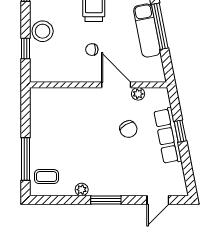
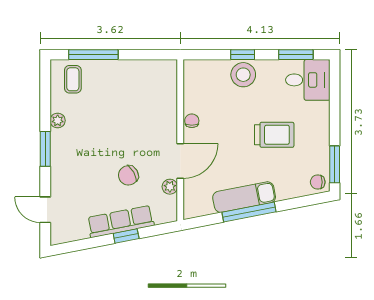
window: (25, 48) -> (243, 55), moved
chair: (92, 50) -> (192, 121), moved

